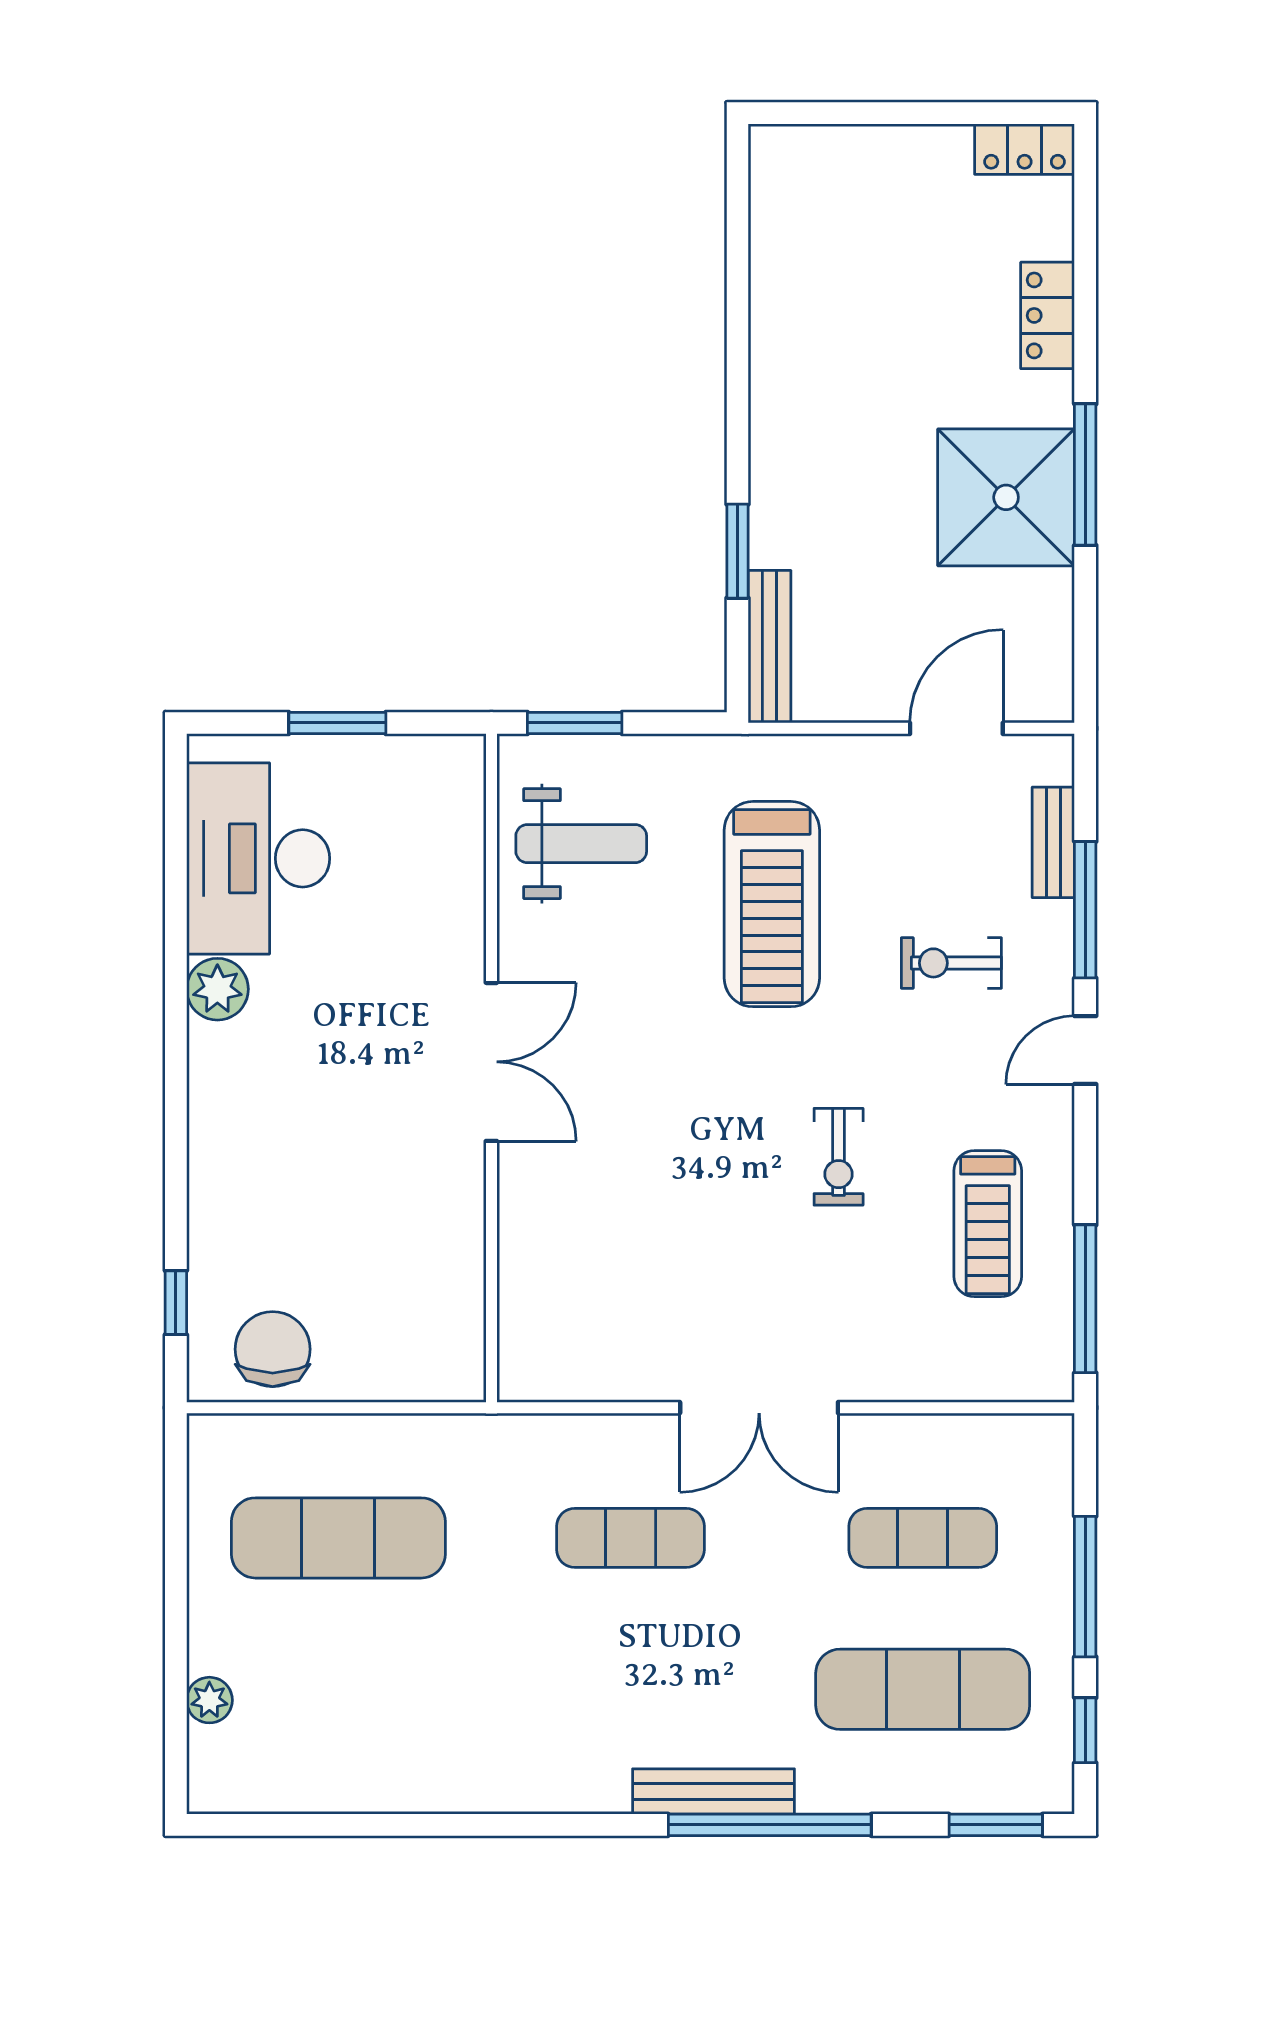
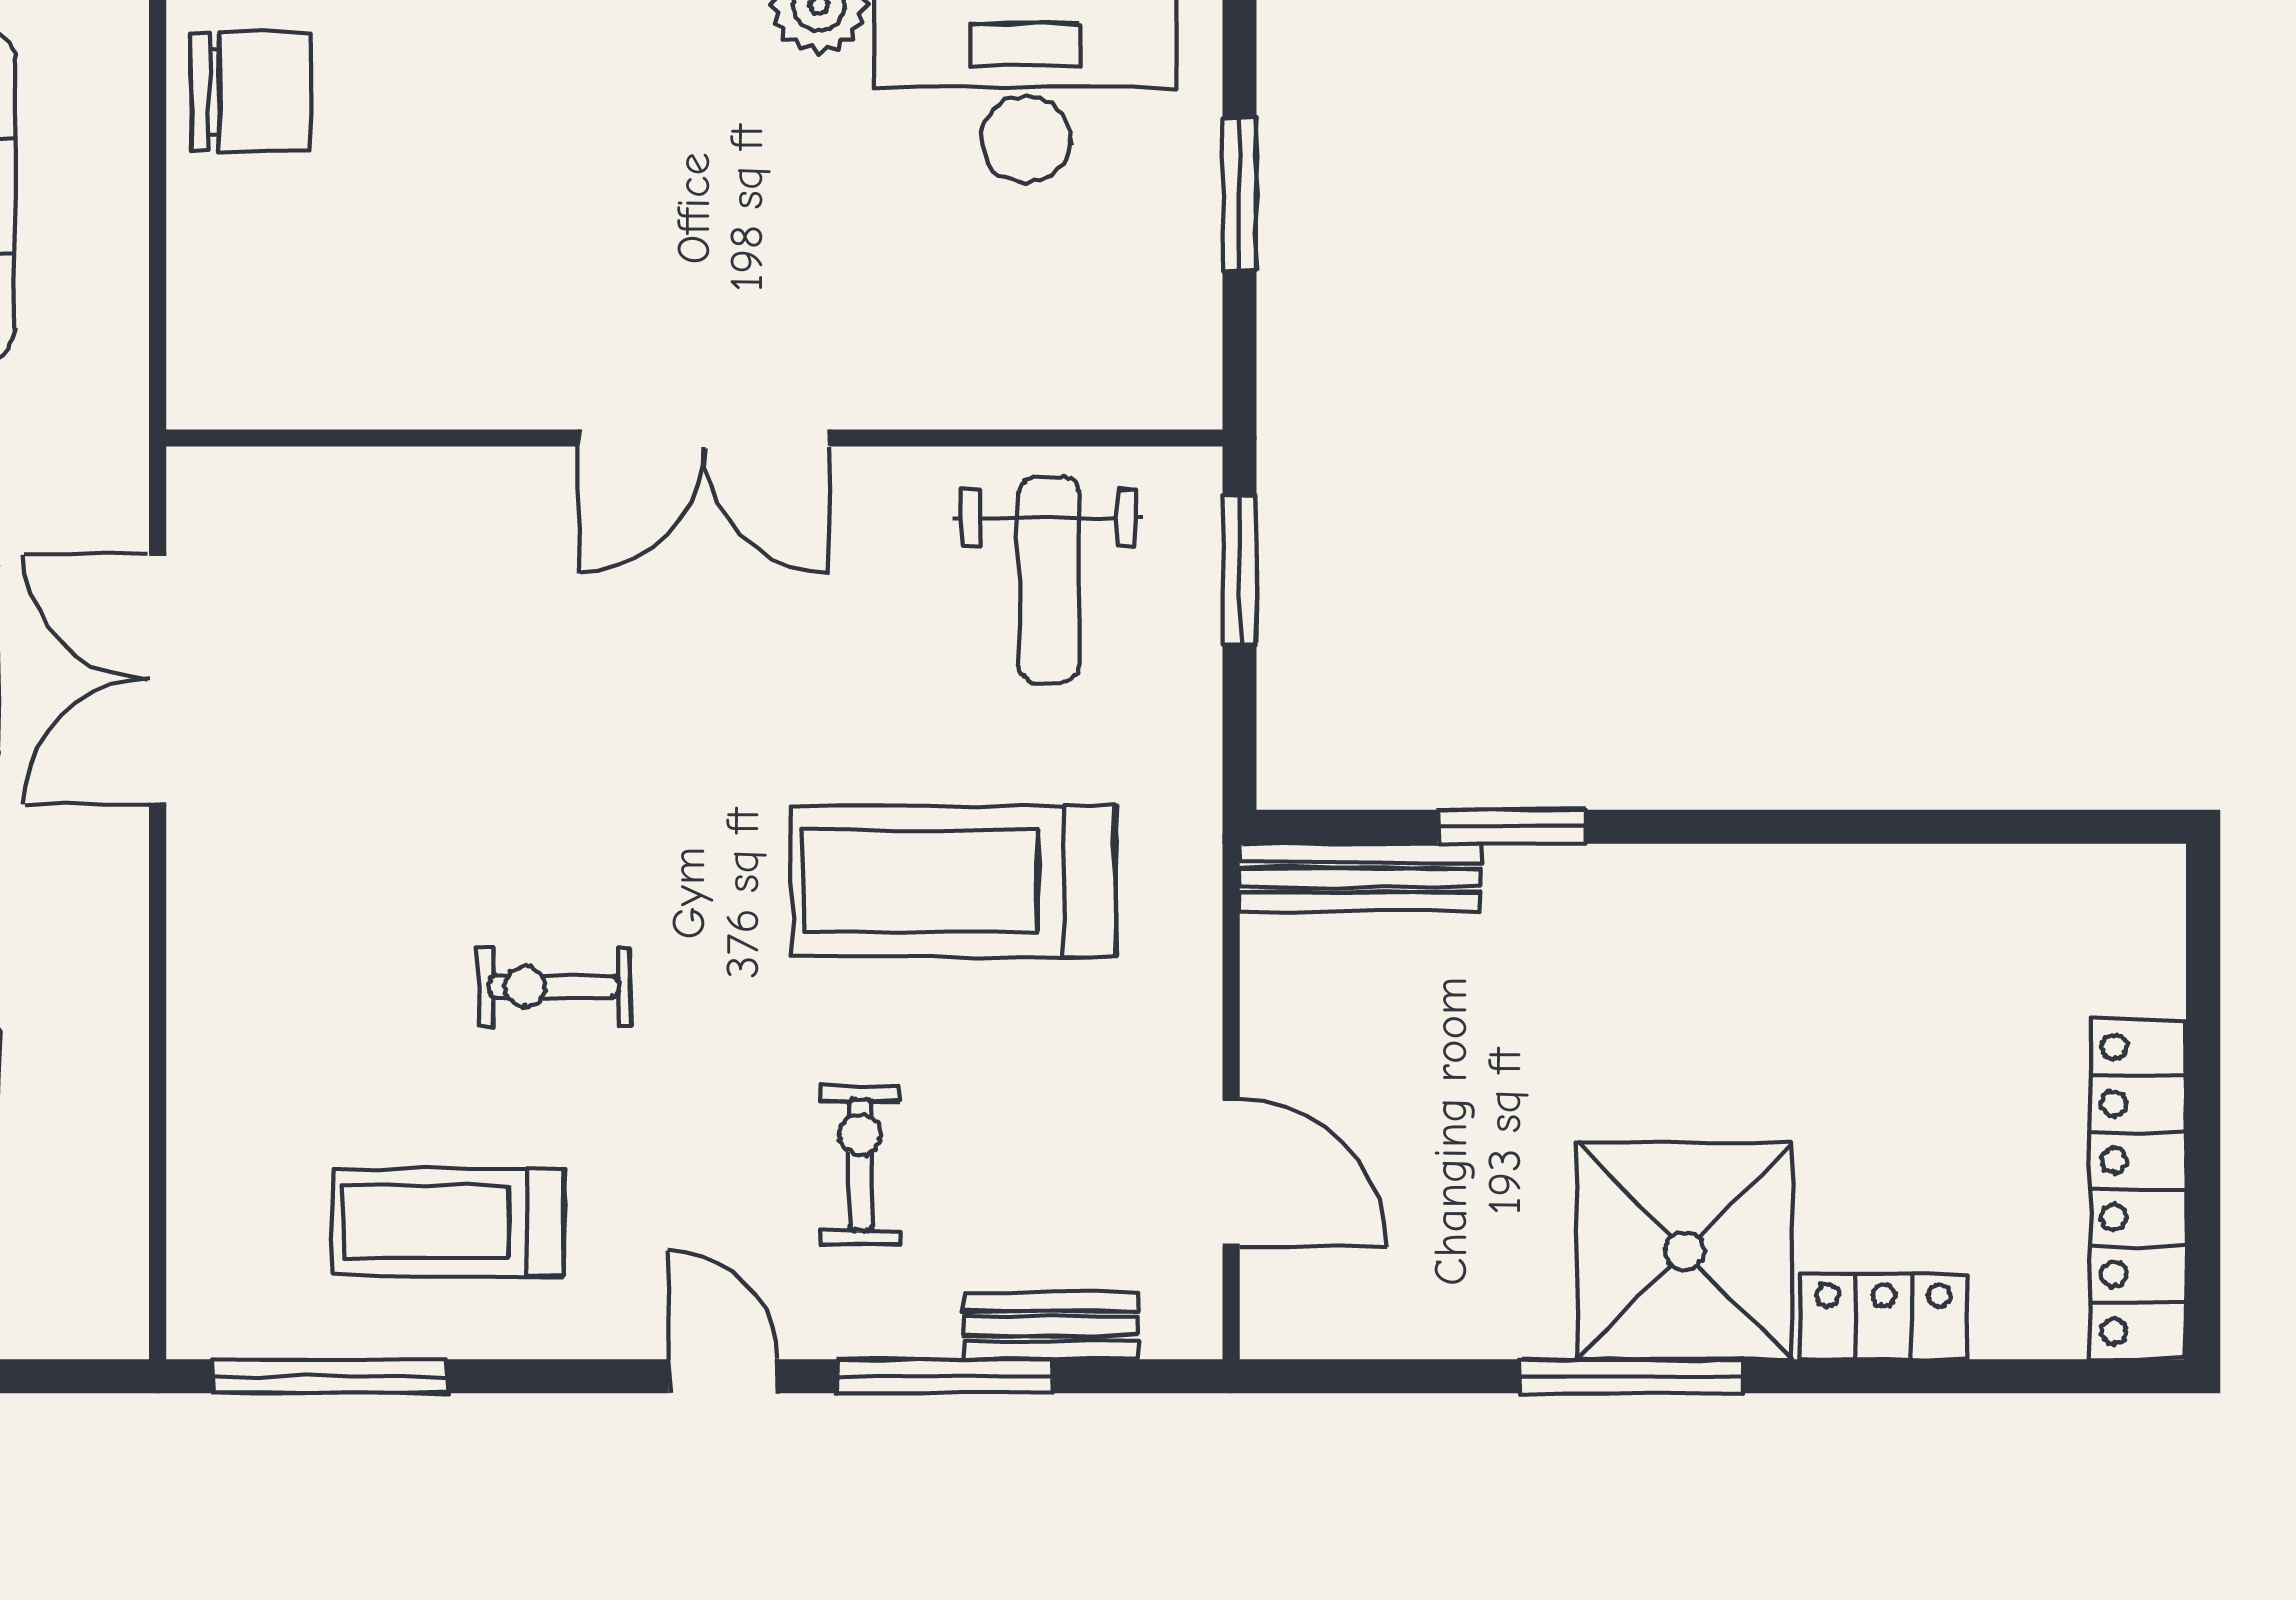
locker: (1025, 149) -> (2138, 1189), width x2.16, depth x1.21
shower: (1006, 497) -> (1685, 1251), moved
double door: (759, 1408) -> (158, 679), moved

